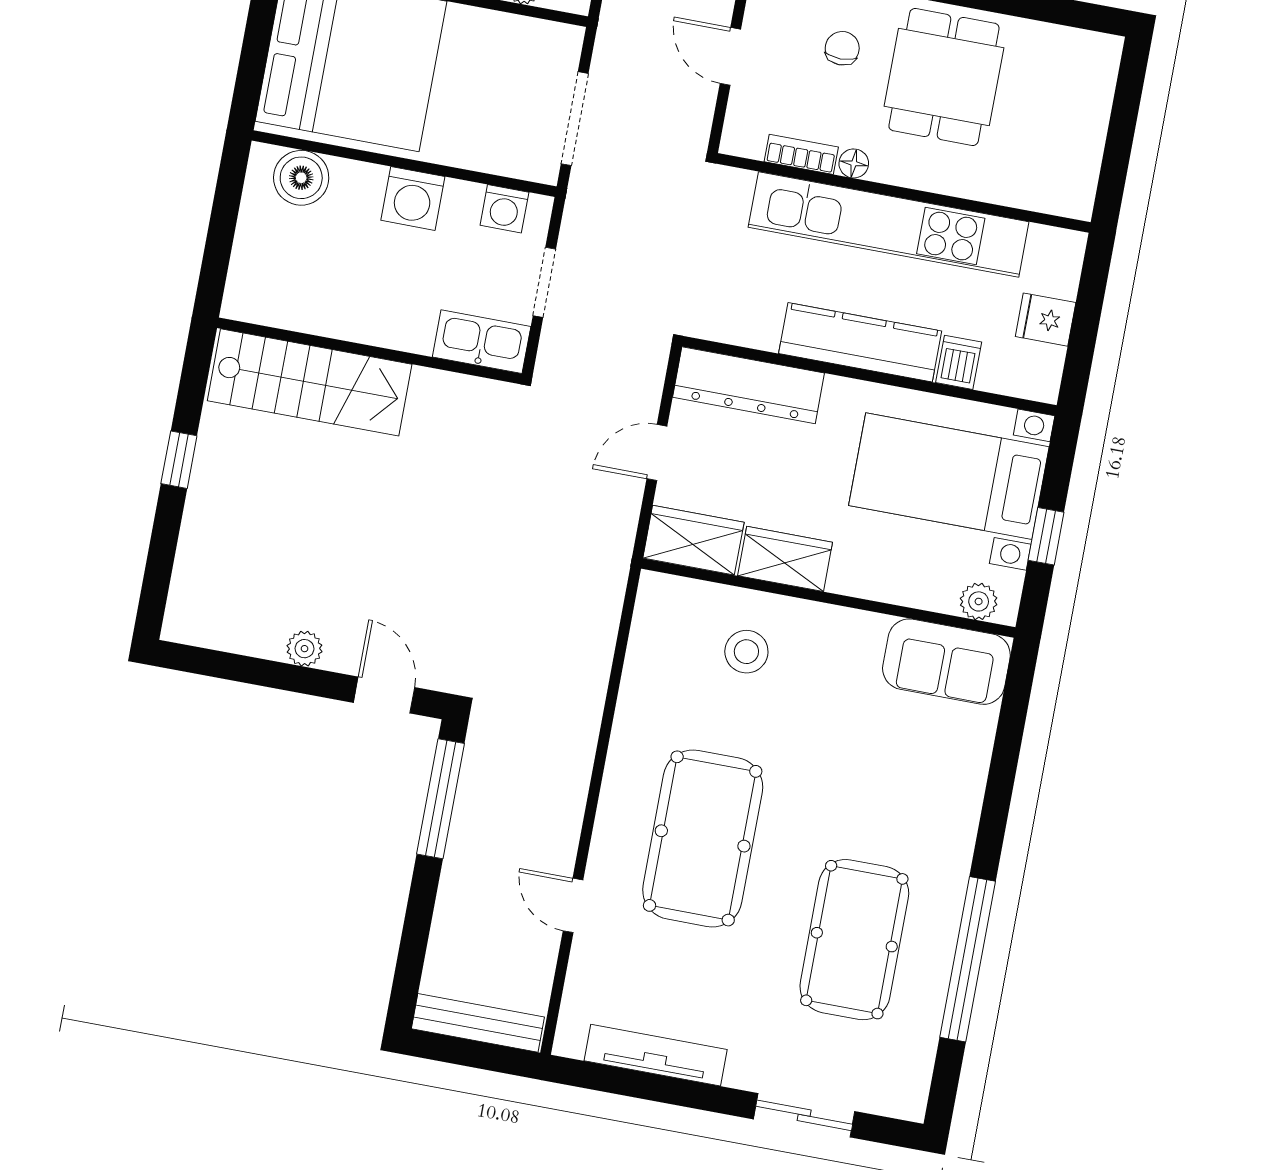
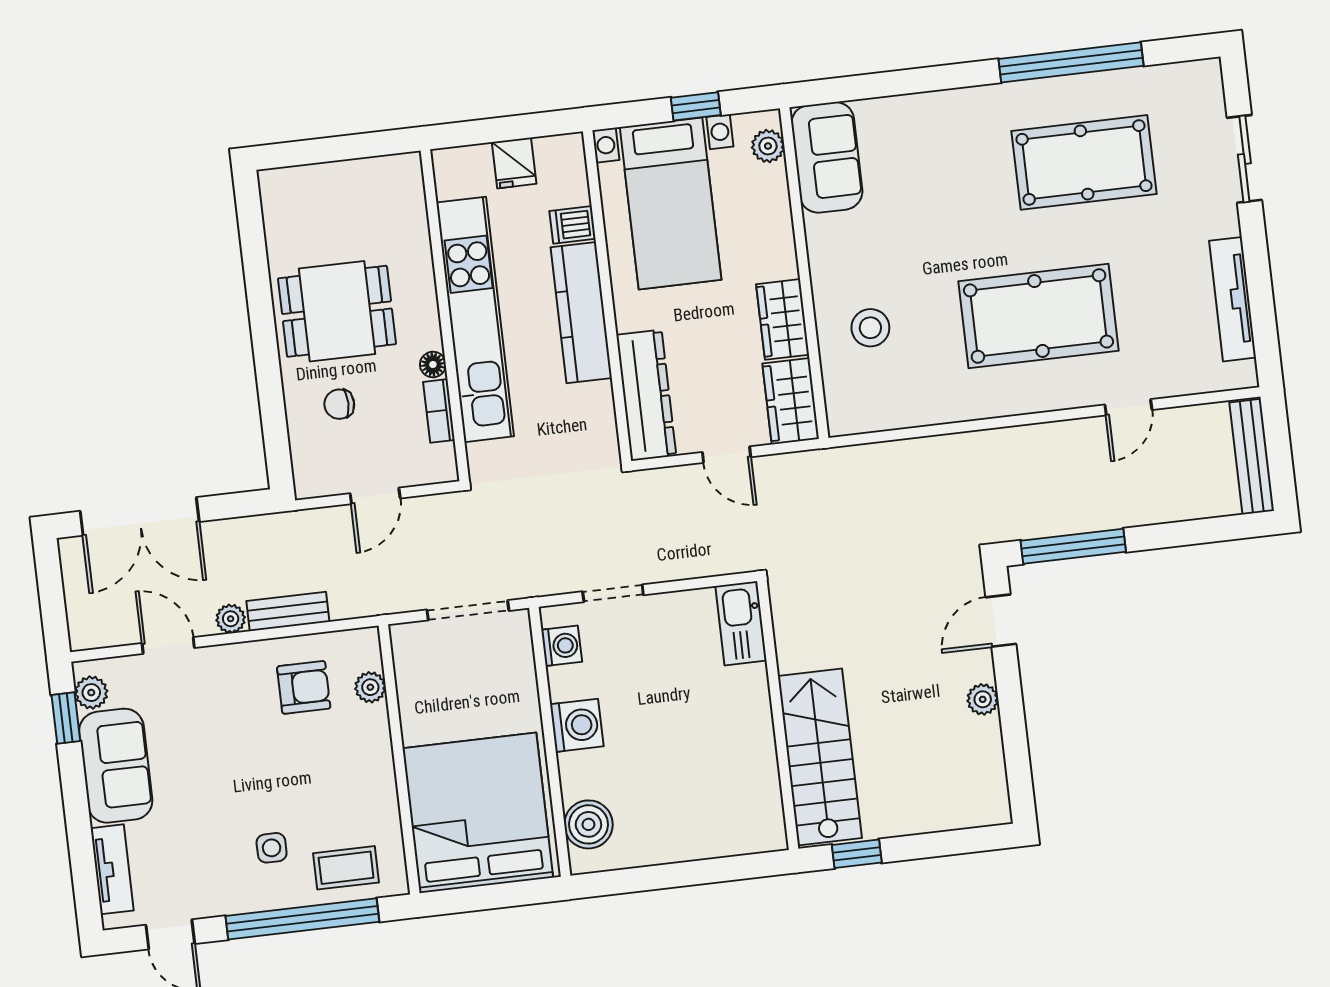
kitchen sink: (482, 342) -> (741, 623), moved
wall: (369, 351) -> (778, 715), moved
stairs: (310, 382) -> (820, 757), moved

